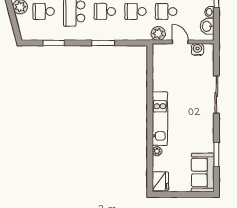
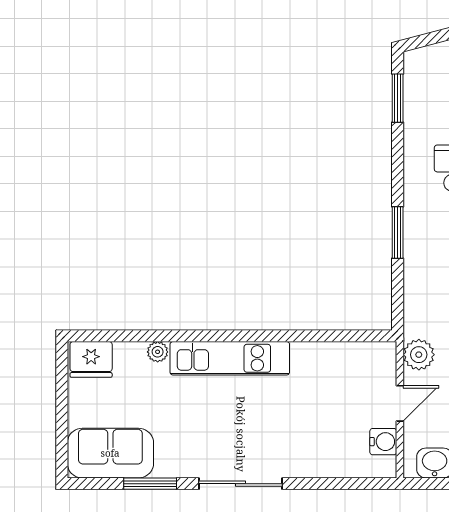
window: (54, 43) -> (398, 98), moved
sliding door: (216, 95) -> (240, 484), moved

